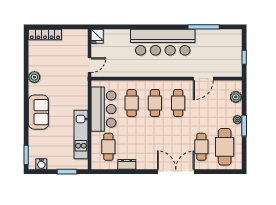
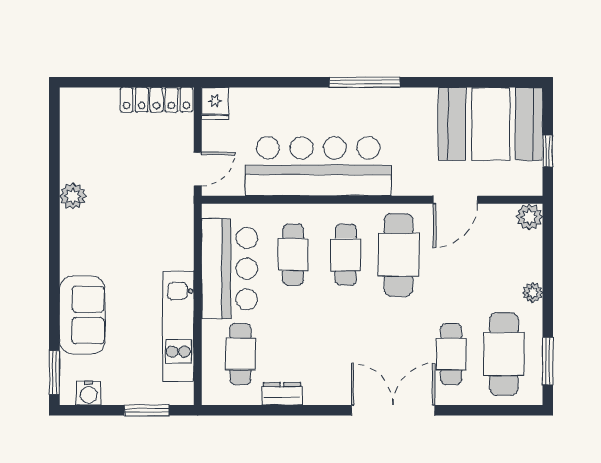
window: (204, 27) -> (365, 82), moved
locker: (45, 35) -> (157, 100), moved
bar counter: (163, 42) -> (318, 166), moved, turned 180
booth: (219, 45) -> (491, 124), added
plant: (236, 97) -> (529, 217), moved
cafe table: (178, 103) -> (398, 255), width x1.37, depth x1.35
sofa: (38, 112) -> (82, 315), moved
window: (244, 126) -> (548, 361), moved

